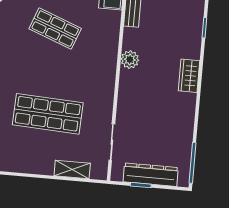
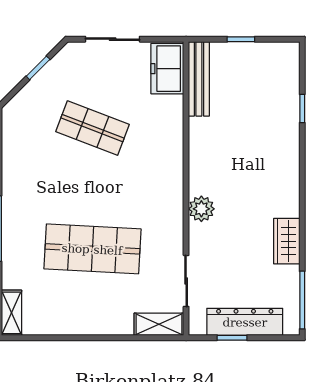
plant: (130, 60) -> (201, 209), moved
wardrobe: (189, 76) -> (287, 241), moved
shelving: (72, 169) -> (159, 324), moved

